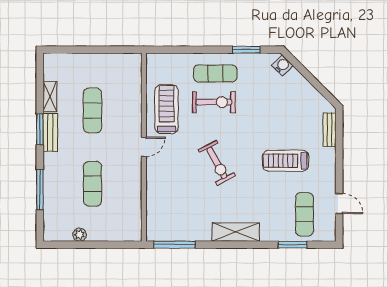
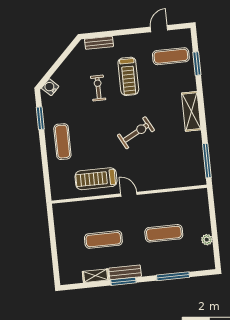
exercise bike: (214, 102) -> (98, 88), moved, width x0.73, depth x0.72

